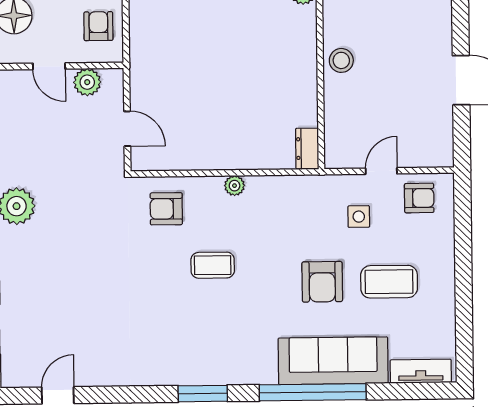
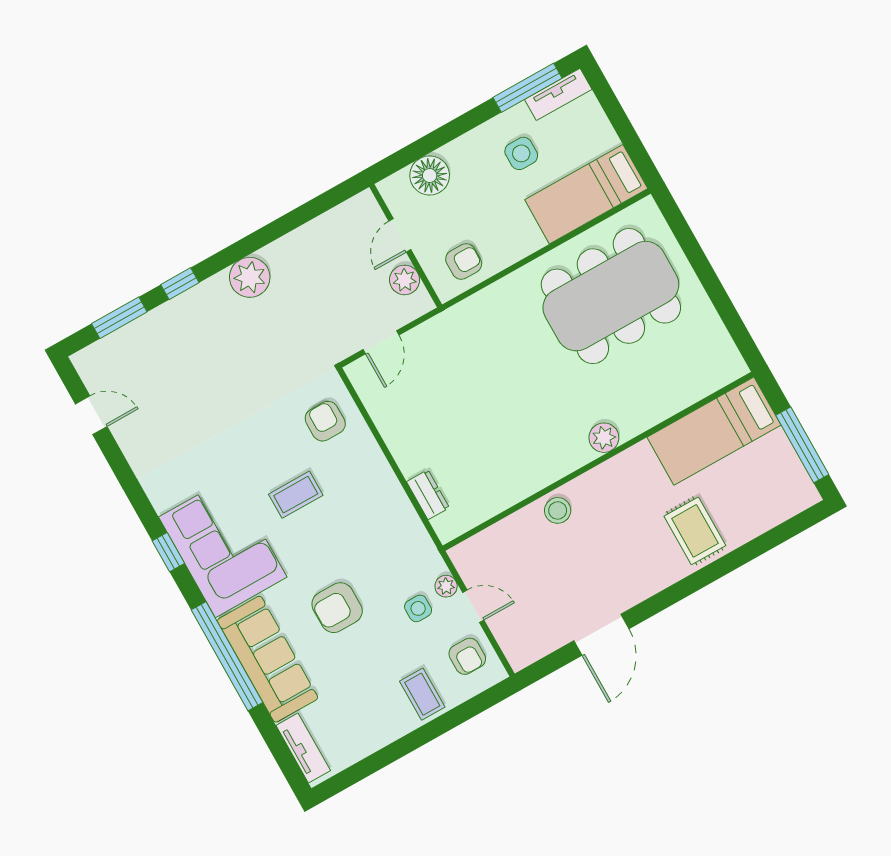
dresser: (307, 148) -> (428, 495), moved, turned 90
plant: (234, 186) -> (446, 586), moved
coffee table: (213, 265) -> (296, 495), turned 90
coffee table: (389, 282) -> (422, 694), moved, width x0.73, depth x0.77
corner sofa: (223, 347) -> (223, 547), added
window: (203, 394) -> (168, 552), width x0.67

